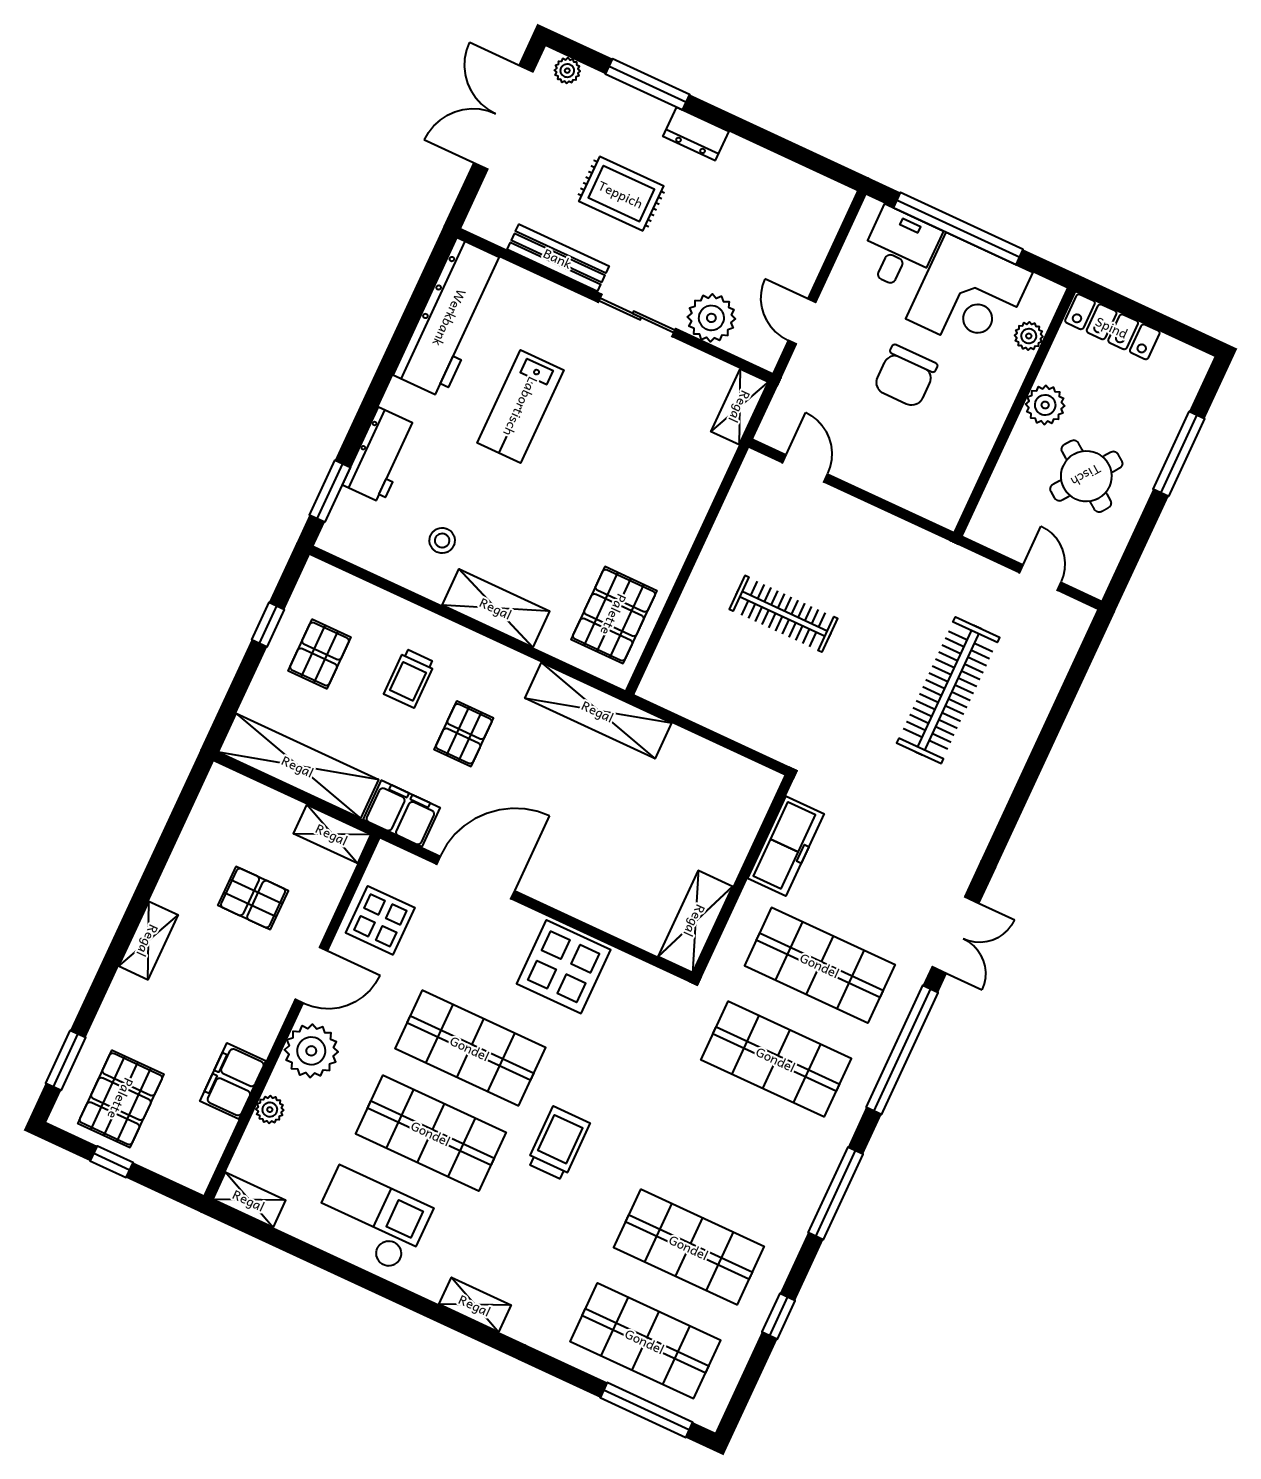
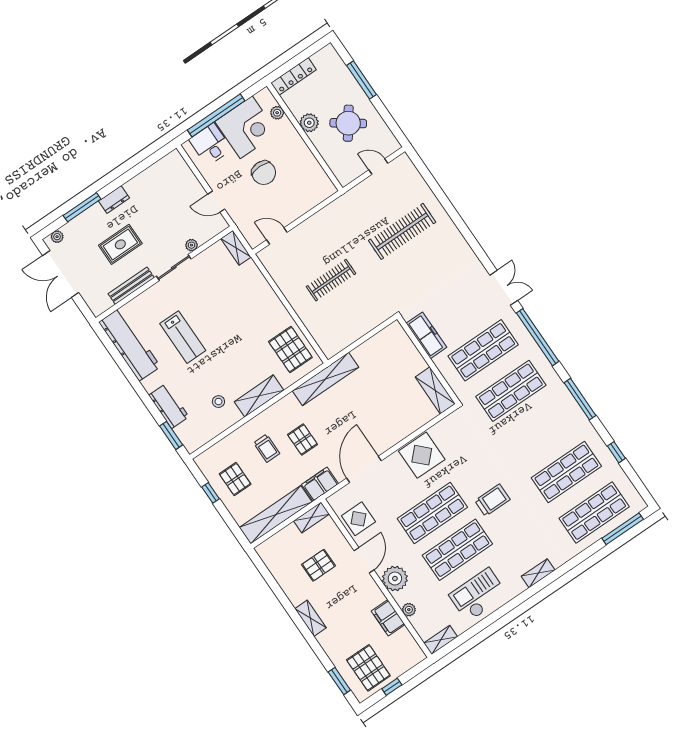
plant: (711, 318) -> (191, 245), width x0.53, depth x0.53
clothes rail: (948, 690) -> (402, 231), turned 90
trolley: (558, 1143) -> (492, 500), turned 90

